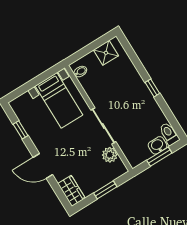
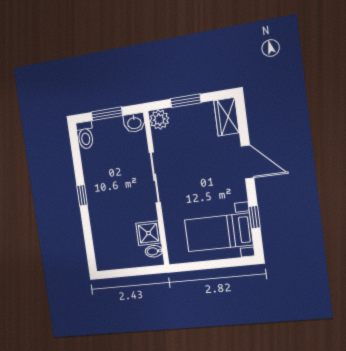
shower: (106, 53) -> (148, 233), moved
bed with nightstands: (59, 100) -> (219, 232), moved, turned -90
washbasin: (158, 145) -> (134, 123), moved
plant: (110, 155) -> (159, 120), moved

